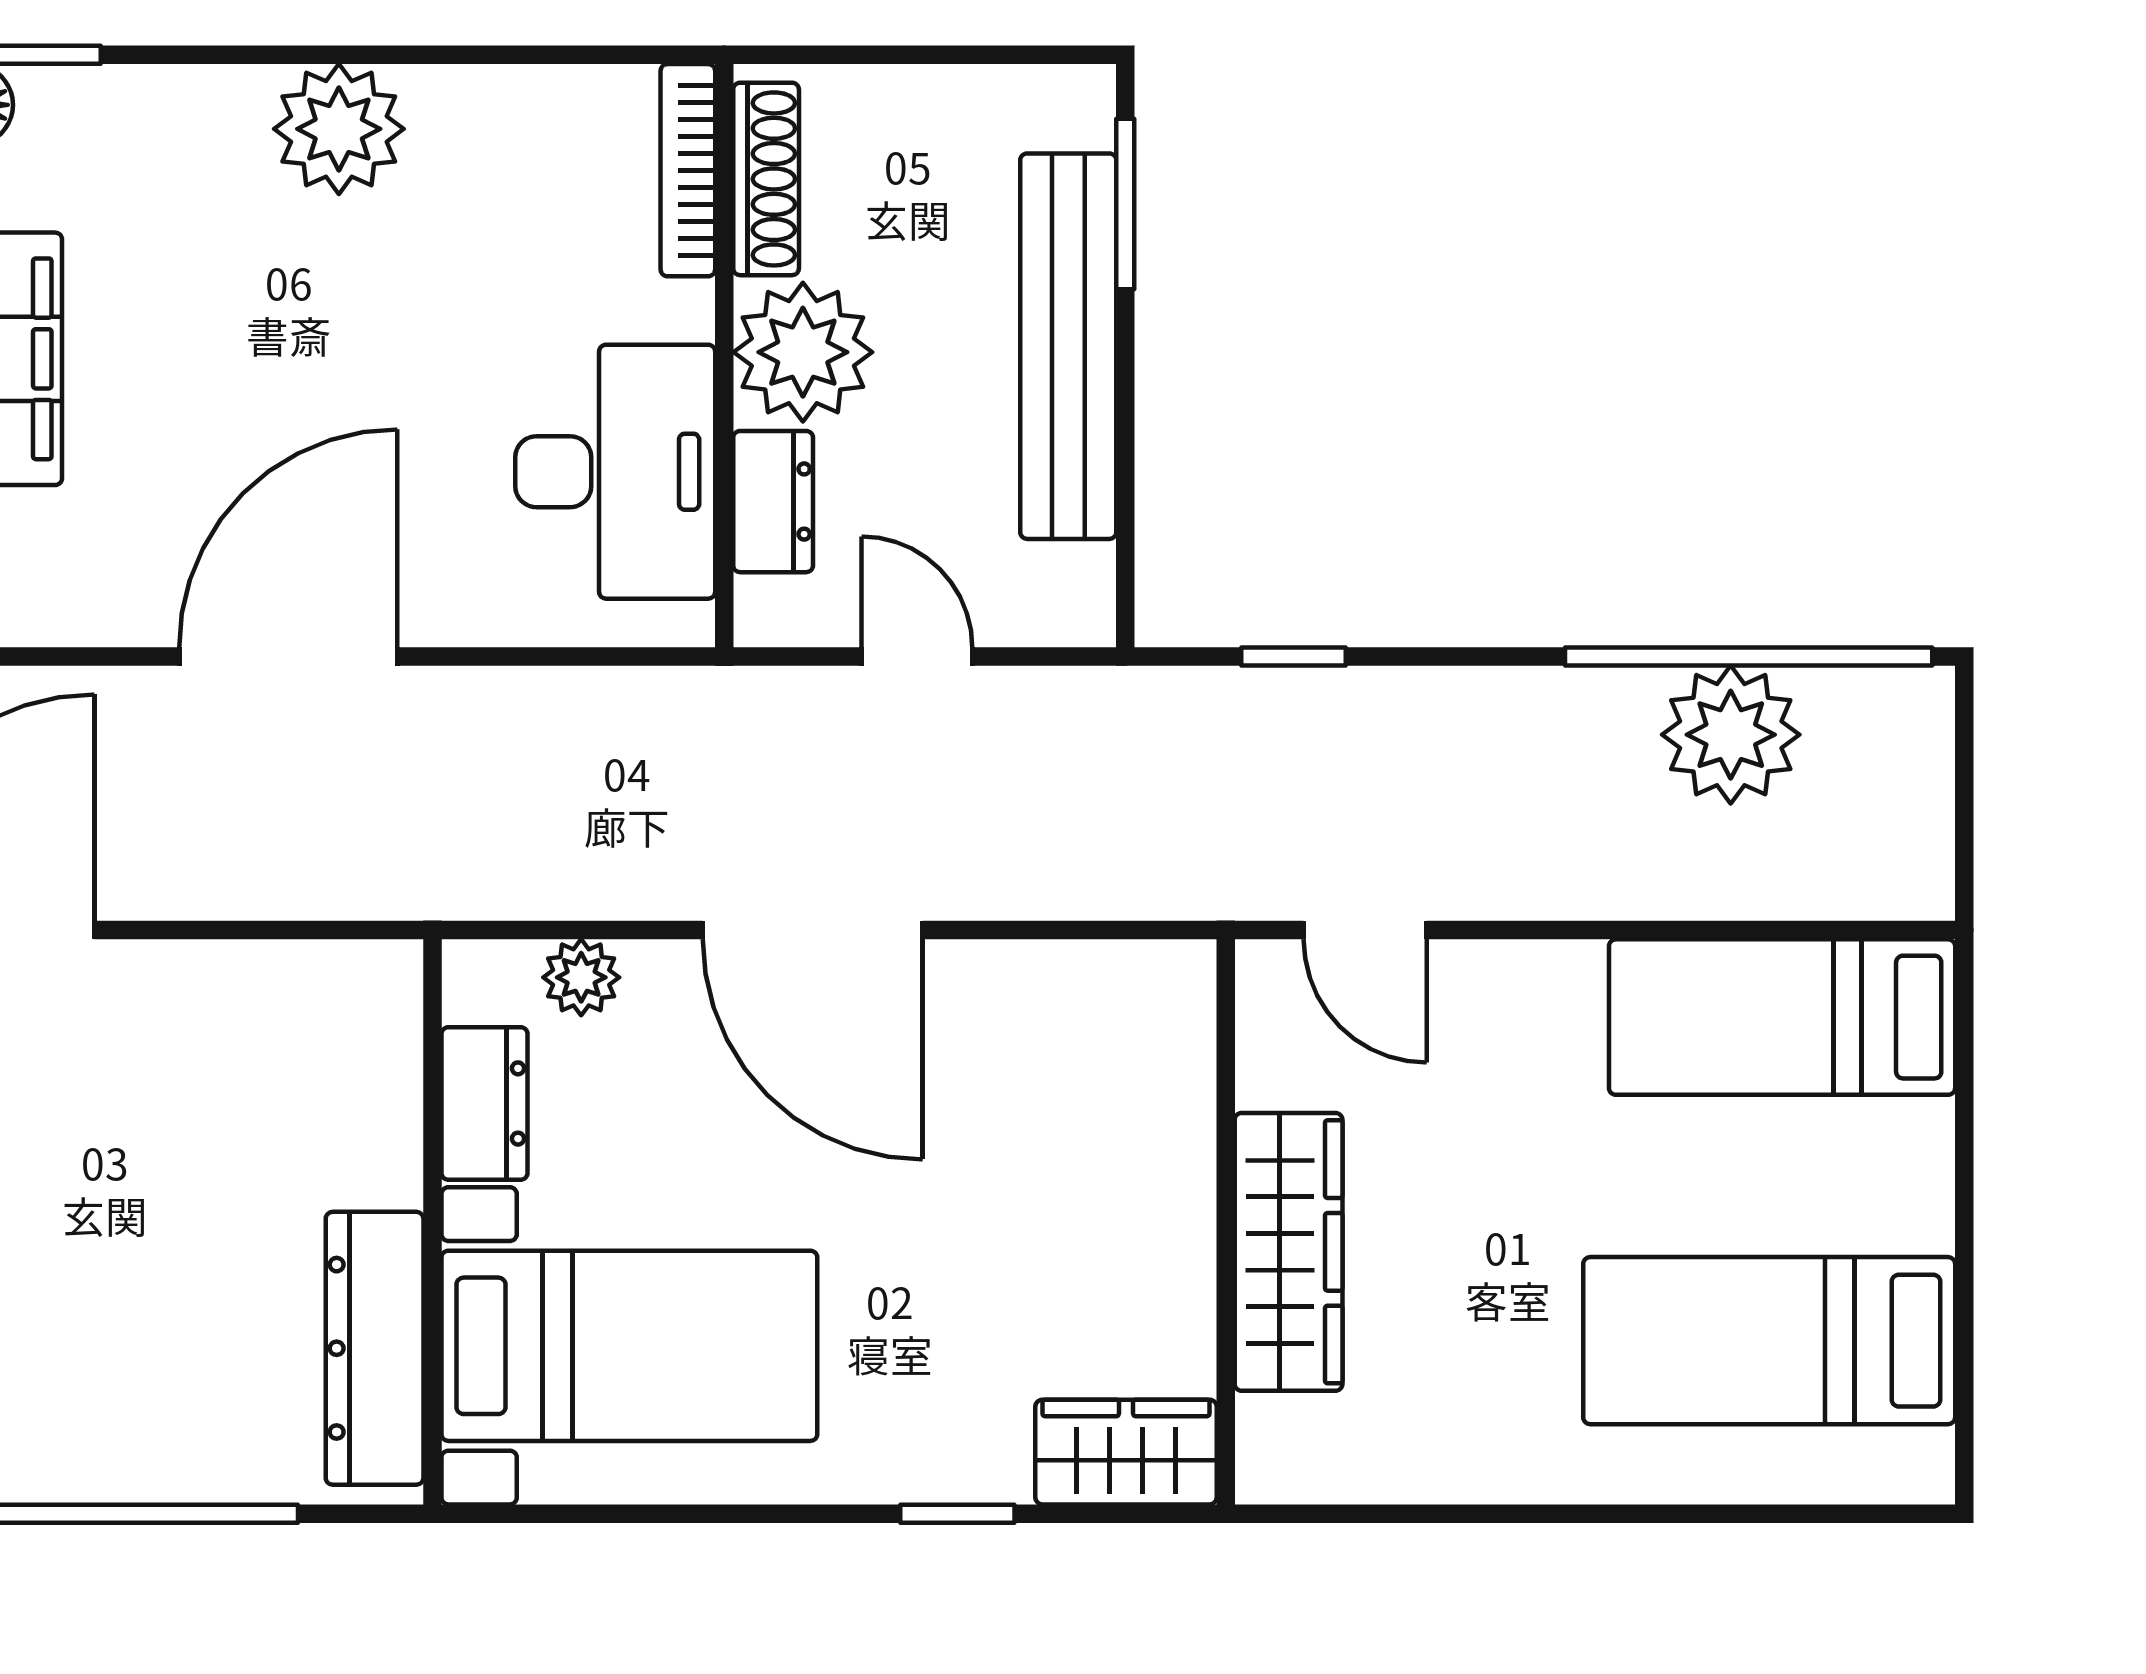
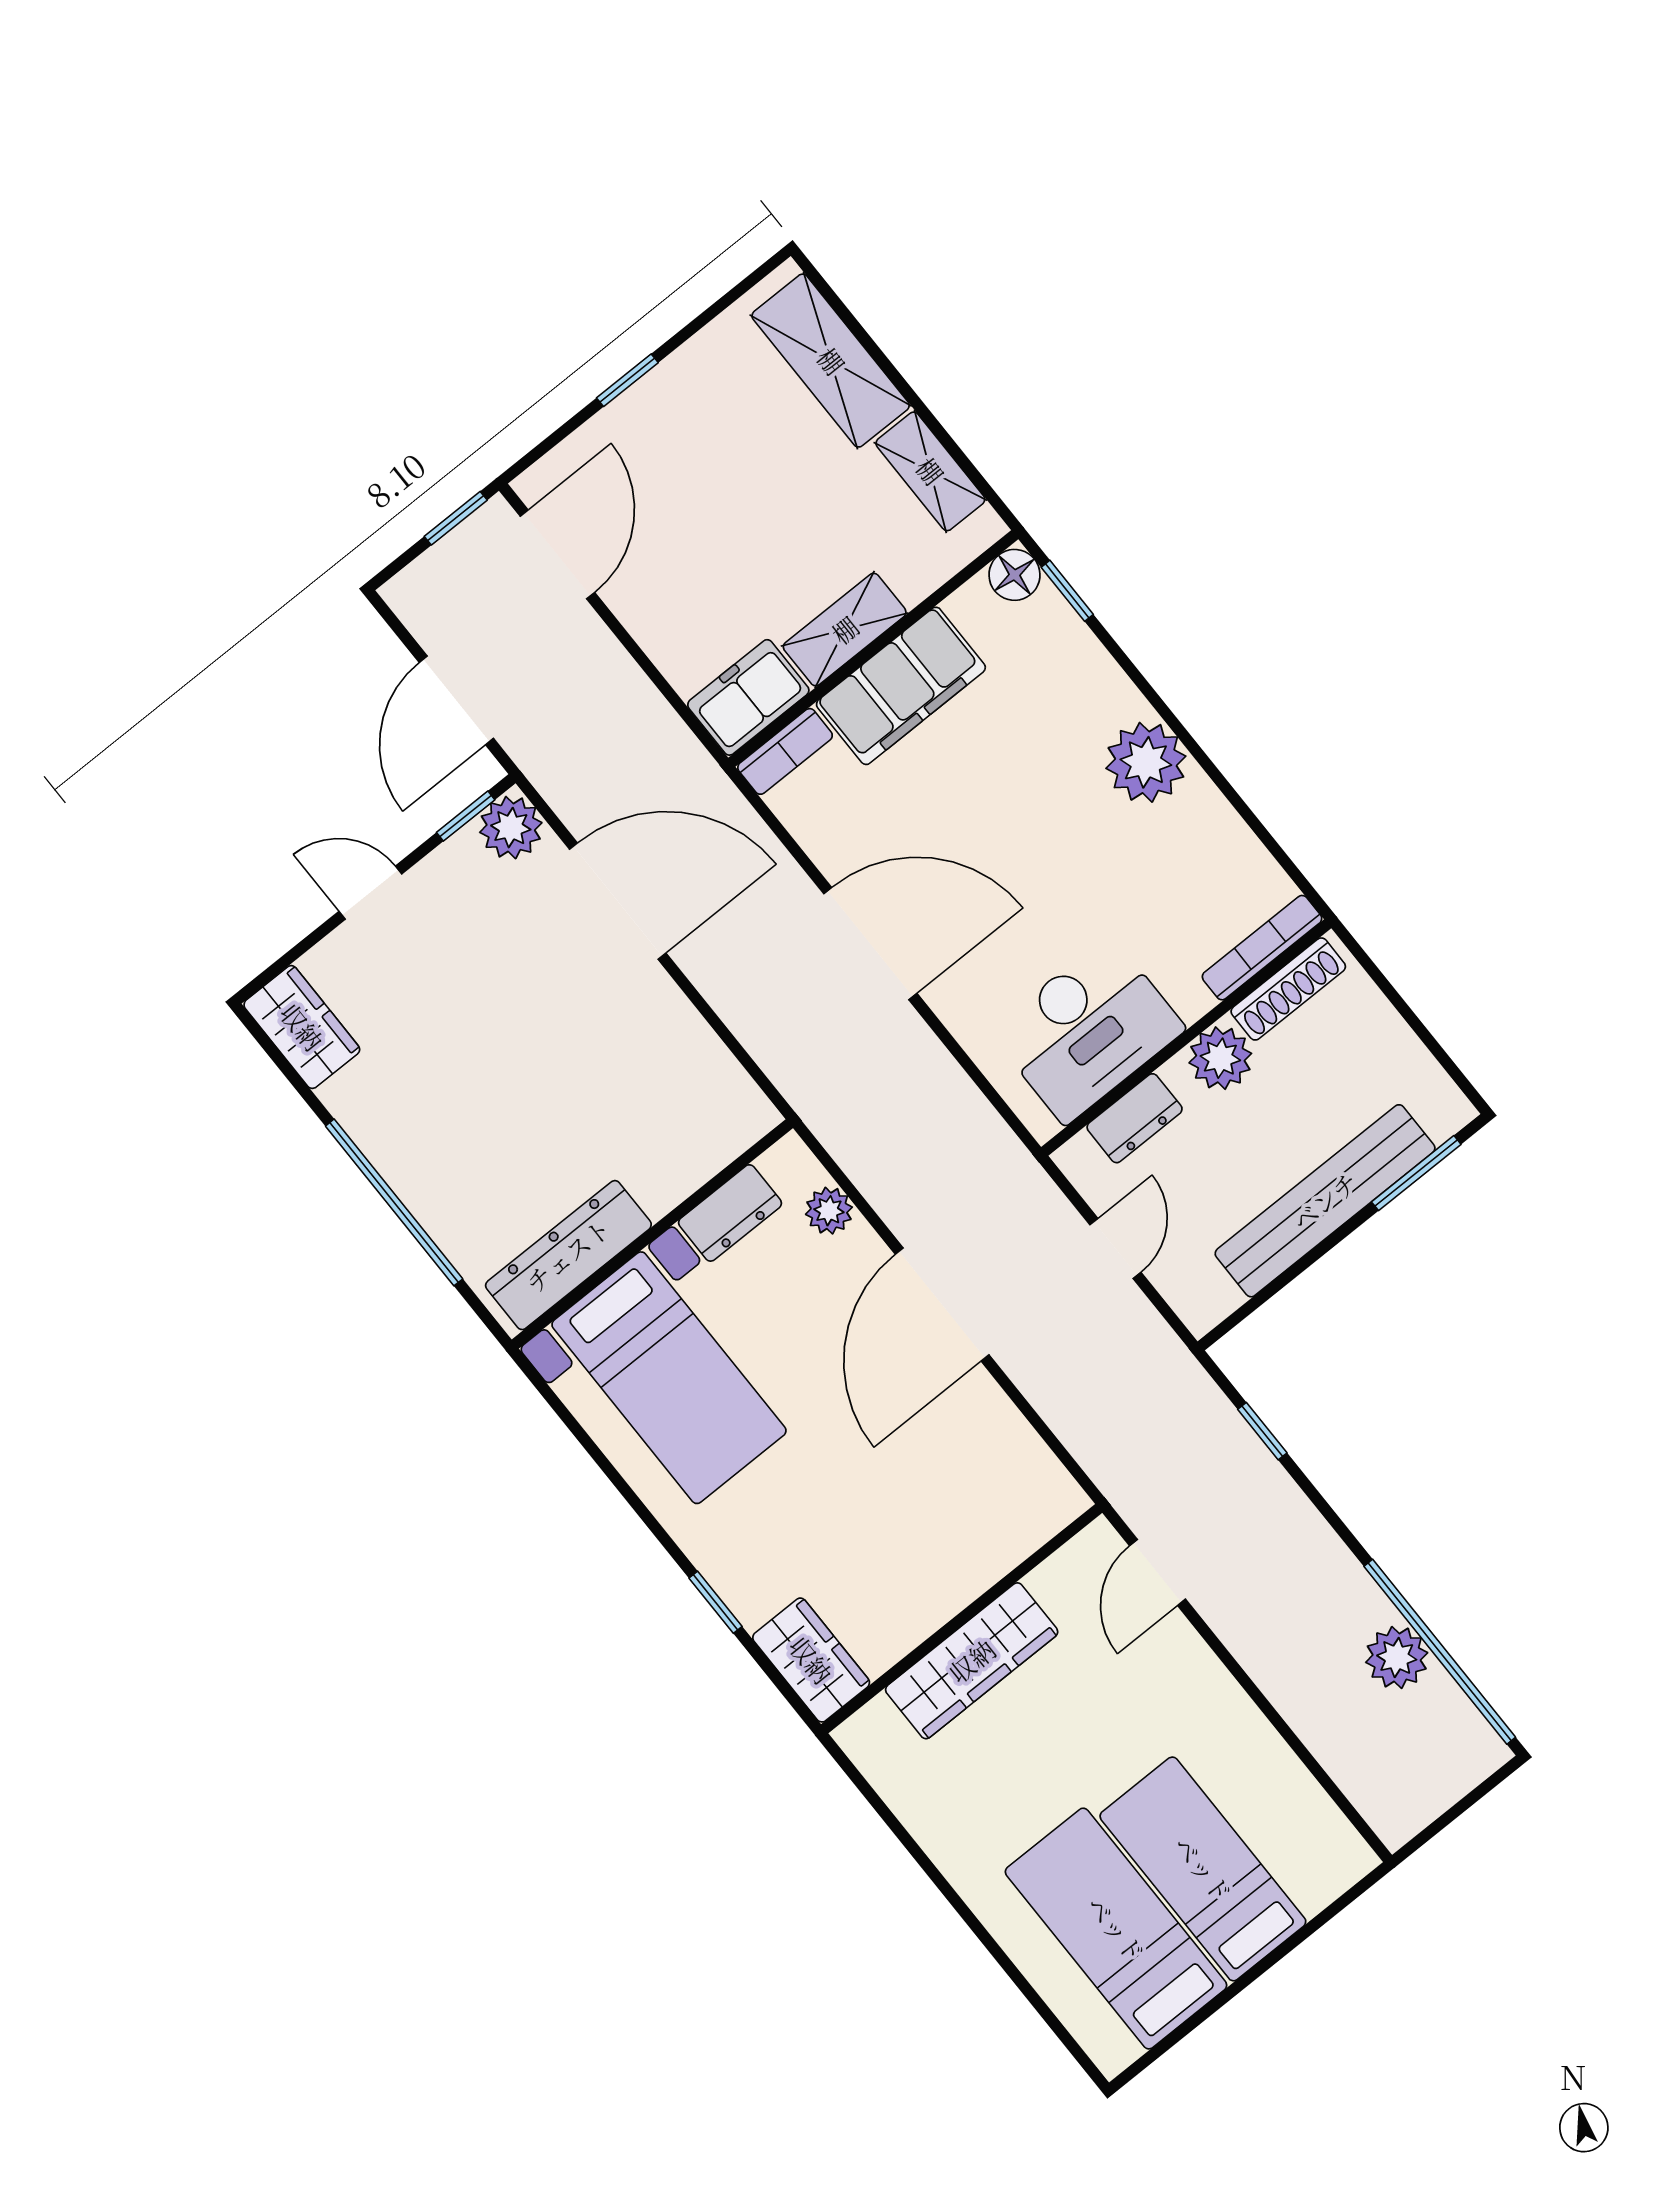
plant: (803, 352) -> (1220, 1058), width x0.73, depth x0.73
plant: (1731, 735) -> (1397, 1657), width x0.73, depth x0.73
bed: (1782, 1017) -> (1203, 1869), moved

